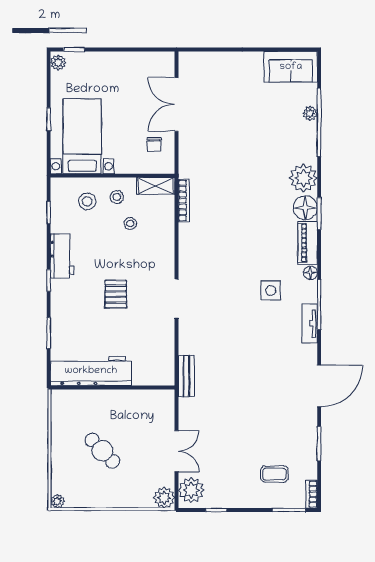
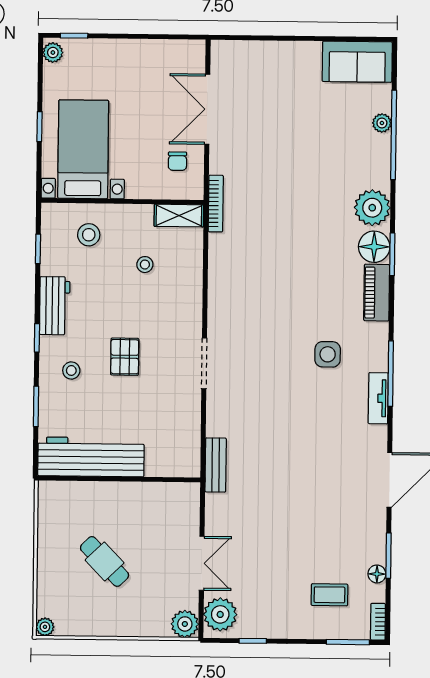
stool: (117, 197) -> (71, 370), moved
bookcase: (184, 201) -> (216, 204), moved
floor lamp: (310, 273) -> (377, 574), moved

